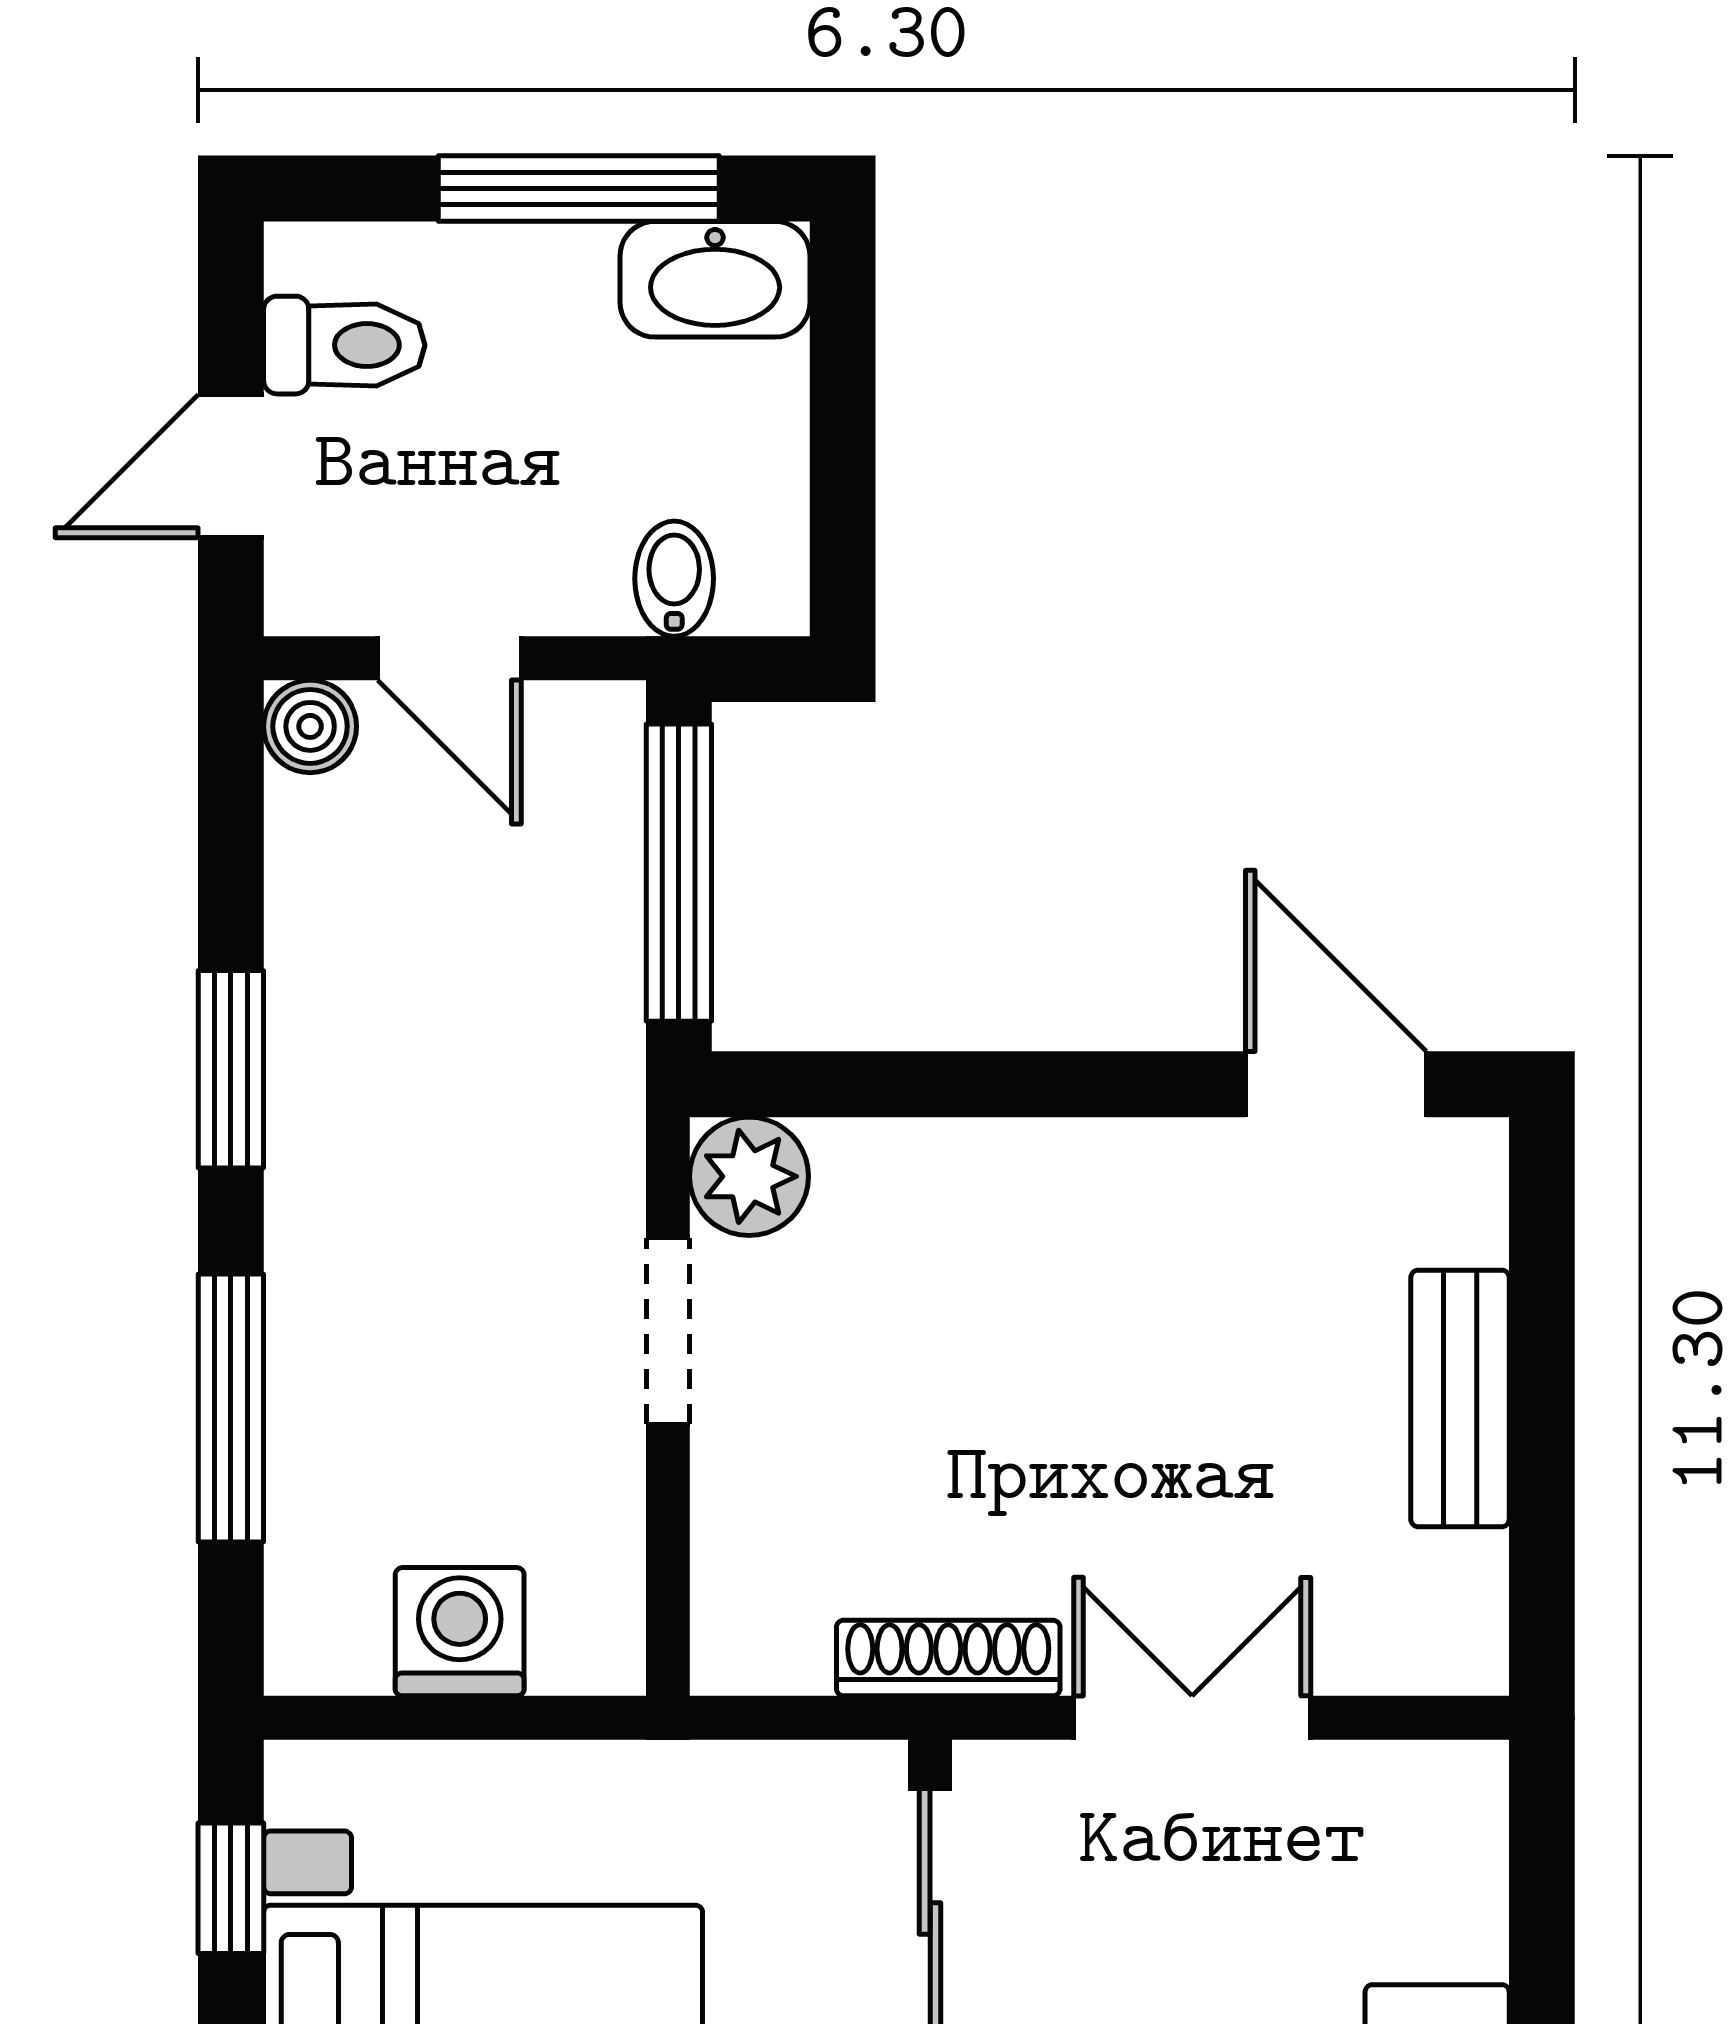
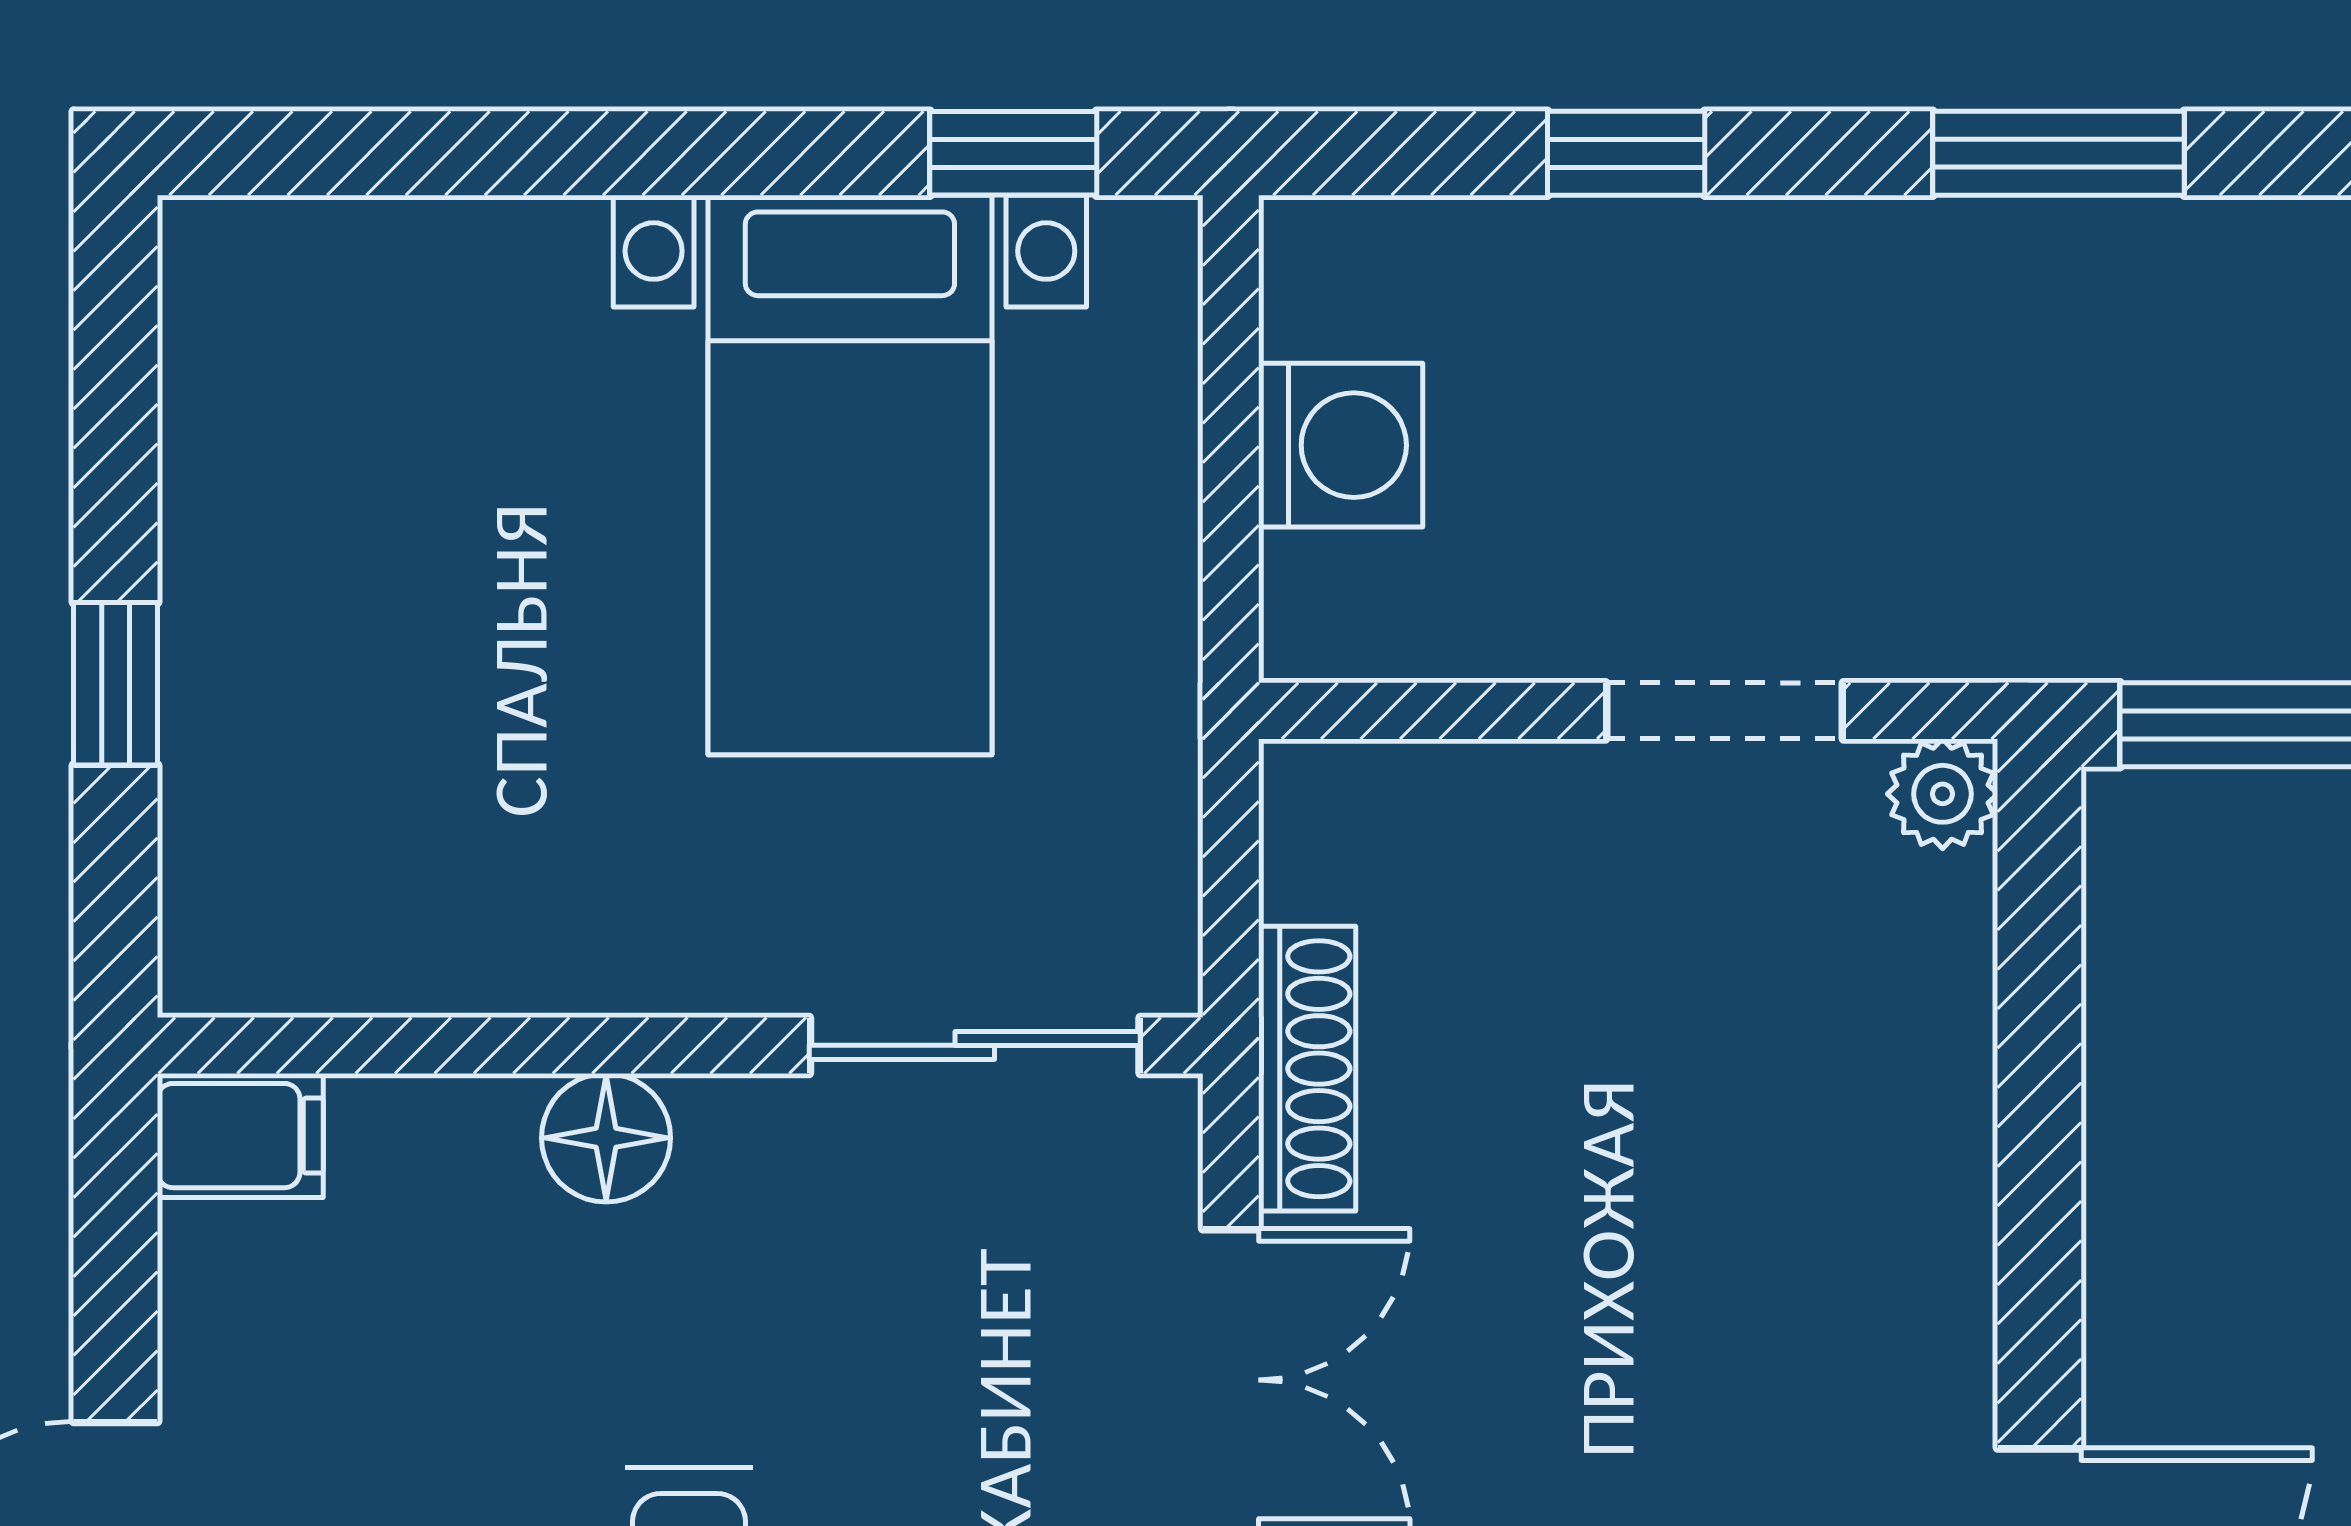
plant: (749, 1176) -> (1943, 794), width x0.73, depth x0.73
window: (231, 1408) -> (1626, 153), width x0.46

